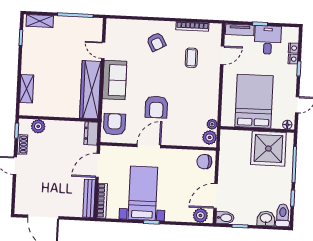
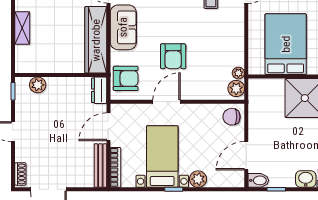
shelving: (27, 89) -> (22, 28), moved
armchair: (114, 124) -> (126, 78), turned 90
shoe rack: (22, 144) -> (20, 174), moved
plant: (200, 215) -> (198, 179), moved

